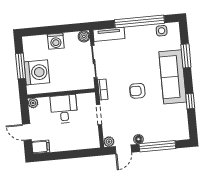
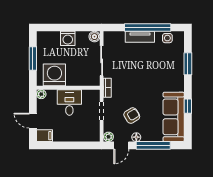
tv unit: (109, 34) -> (140, 37), moved
washing machine: (37, 72) -> (54, 75), moved, turned -90
sofa: (173, 77) -> (174, 117), moved
armchair: (137, 91) -> (132, 116), moved, turned 149

